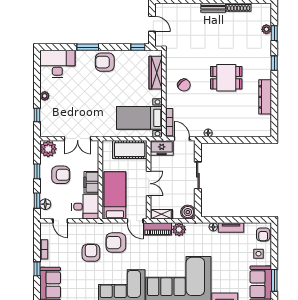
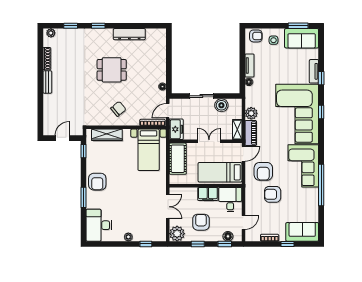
plant: (266, 29) -> (51, 33), moved
dining table: (226, 78) -> (112, 70), turned 90
boiler: (188, 212) -> (221, 105), moved

